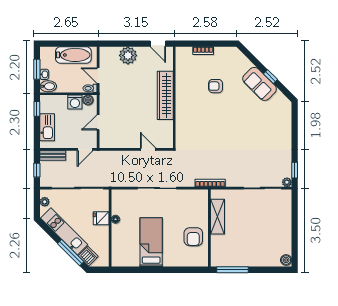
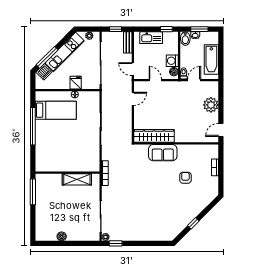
sofa: (260, 84) -> (163, 153), moved, turned -135
wardrobe: (165, 95) -> (154, 136), moved
door: (148, 149) -> (133, 99), moved
armchair: (193, 237) -> (60, 159), removed
bed: (151, 242) -> (56, 110), moved
boiler: (286, 260) -> (62, 236), moved
window: (154, 270) -> (33, 126), added

